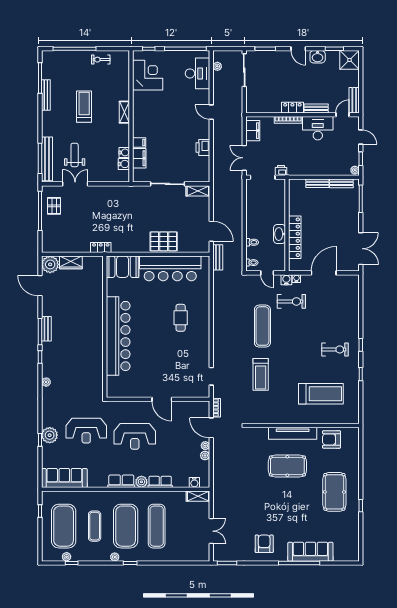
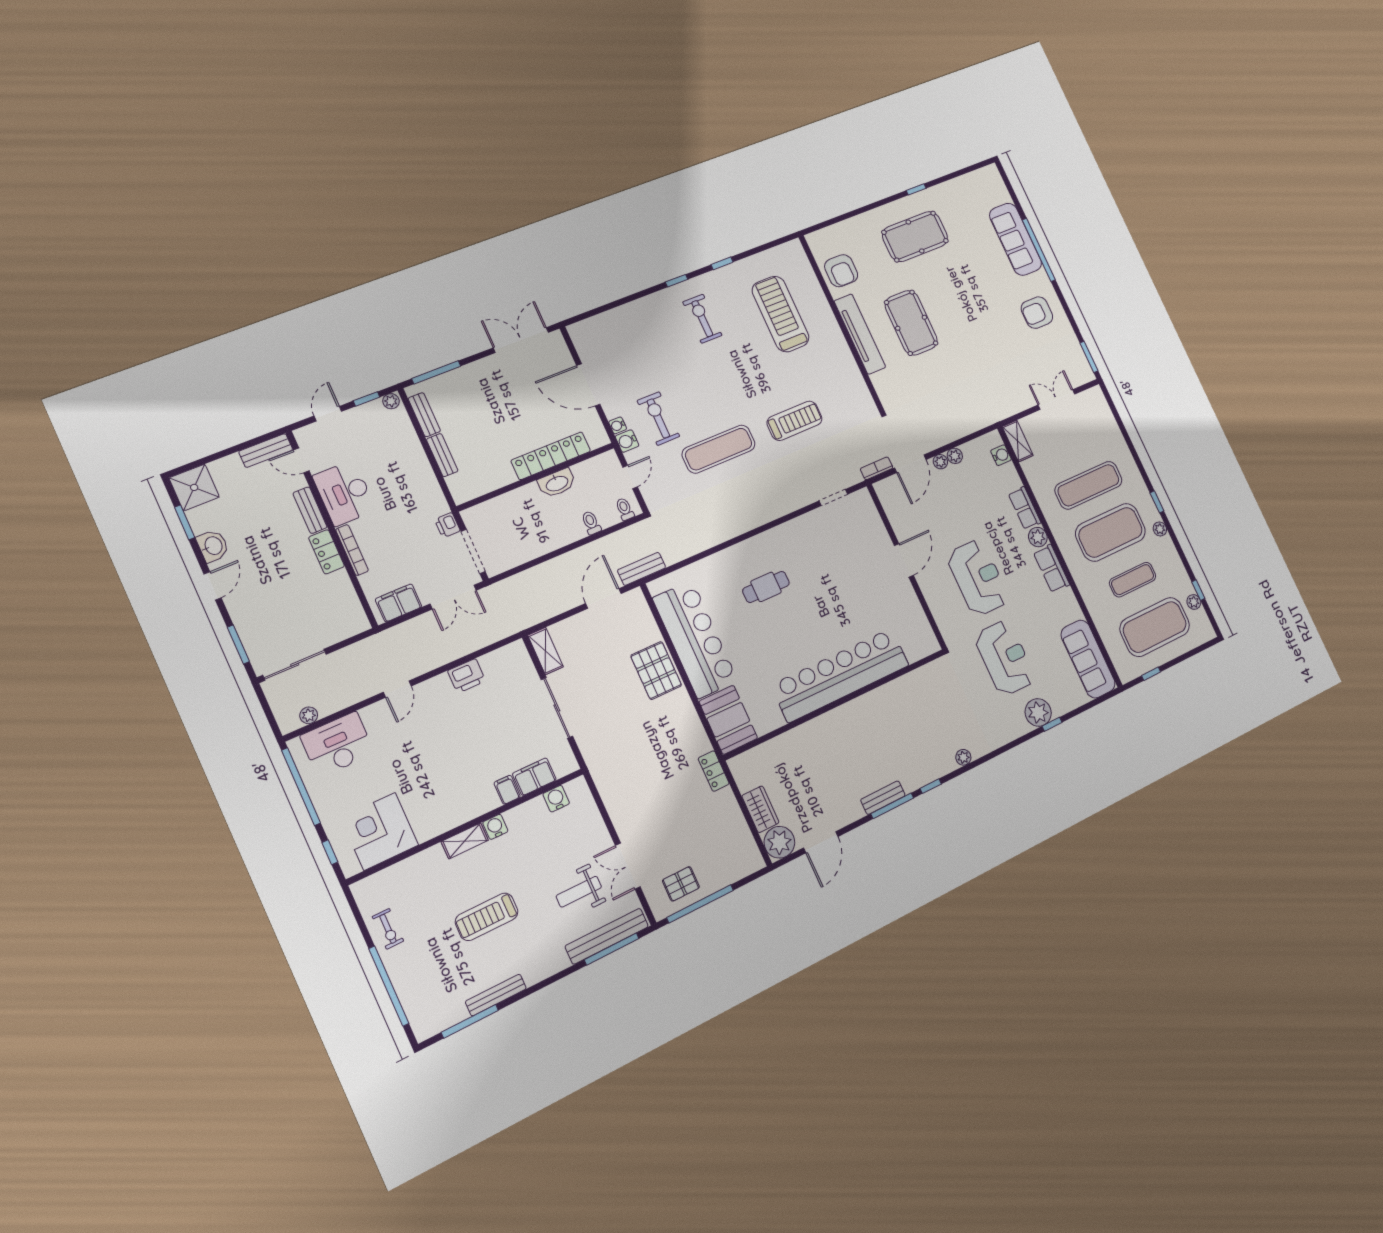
water cooler: (124, 152) -> (495, 827), moved

